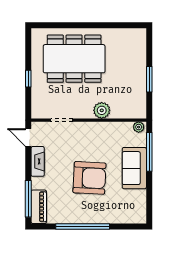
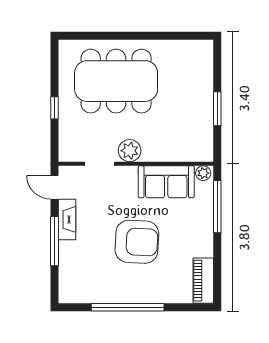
plant: (102, 110) -> (130, 151), moved
sofa: (134, 168) -> (166, 182), moved, turned -90
window: (28, 199) -> (54, 241), moved
piano: (39, 207) -> (203, 281), moved, turned 180

